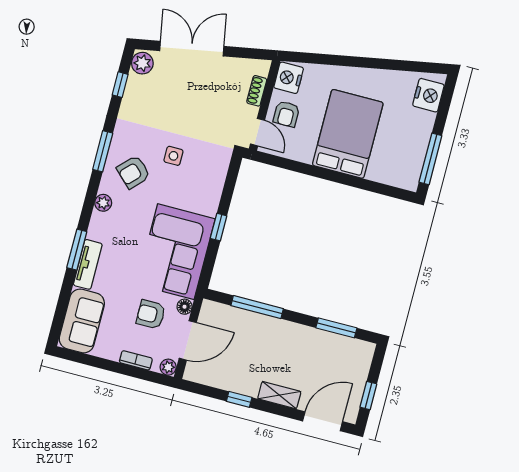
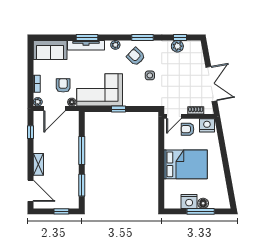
double door: (192, 49) -> (211, 84), moved
plant: (142, 63) -> (177, 46), moved
nightstand: (428, 95) -> (189, 201), moved
floor lamp: (425, 121) -> (203, 203), added
window: (430, 159) -> (201, 211), moved
tv unit: (88, 264) -> (86, 45), width x1.41
window: (257, 307) -> (82, 151), moved
door: (188, 340) -> (54, 108), hinge flipped
window: (368, 396) -> (61, 211), moved
window: (239, 399) -> (31, 132), moved

